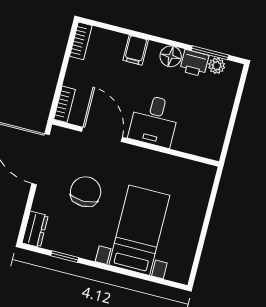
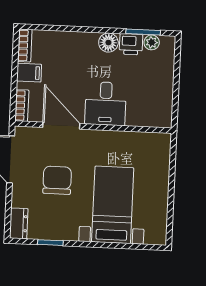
filing cabinet: (136, 50) -> (29, 73), moved, turned -90

